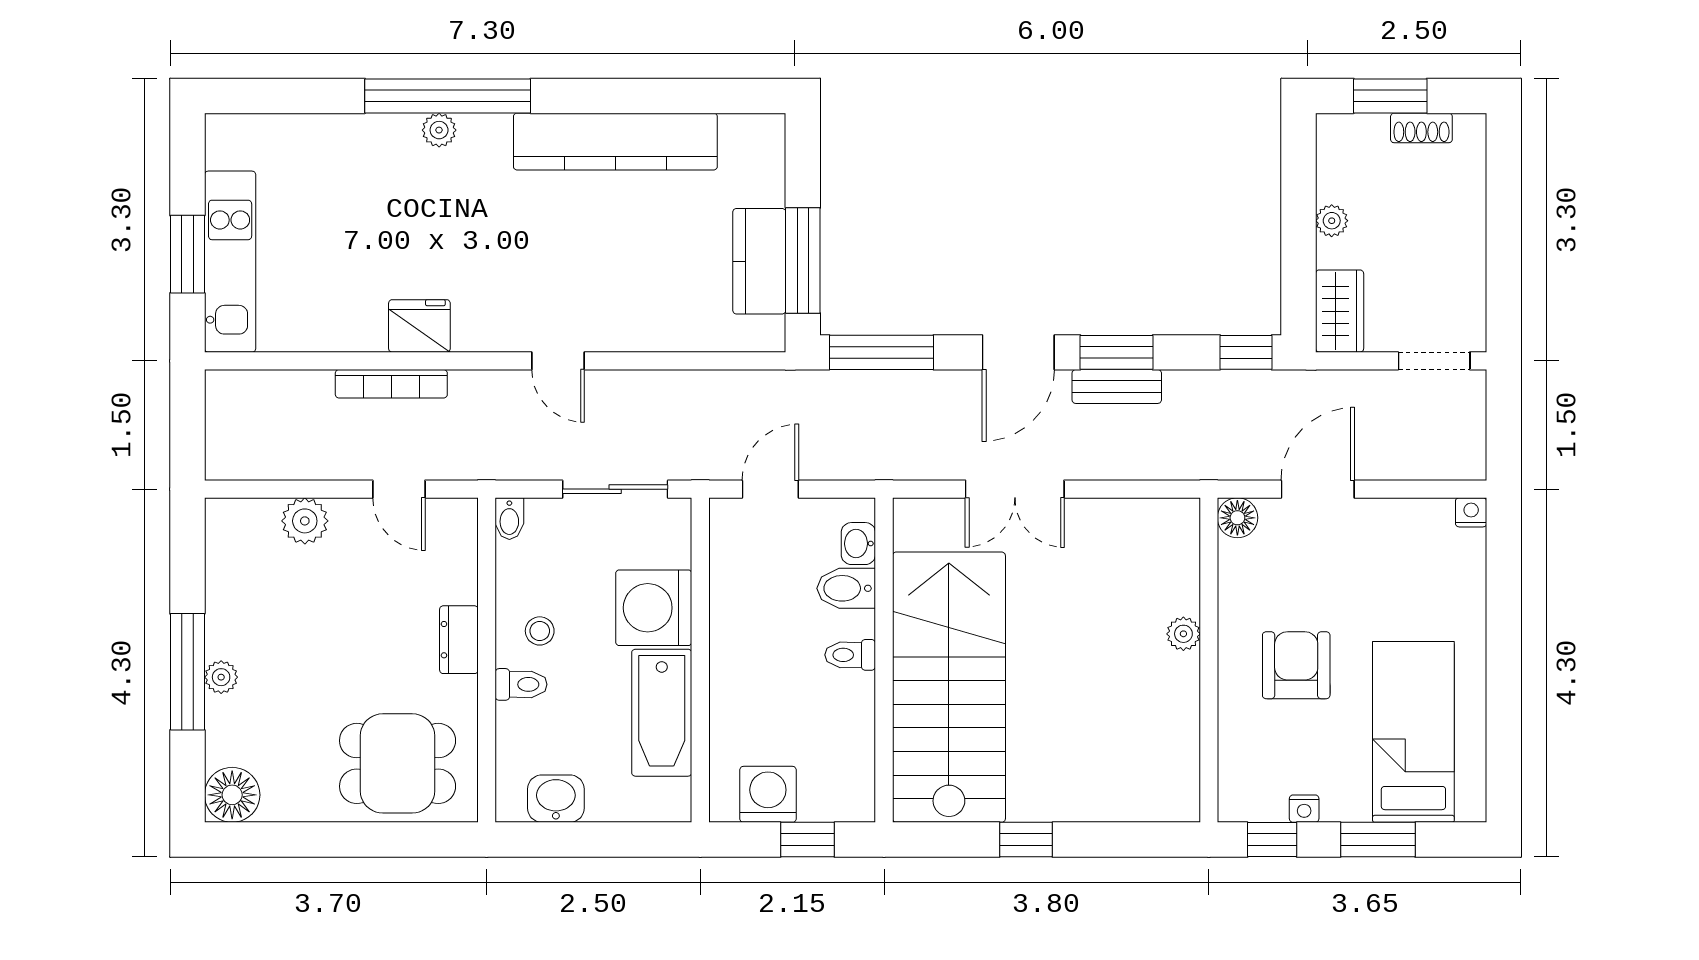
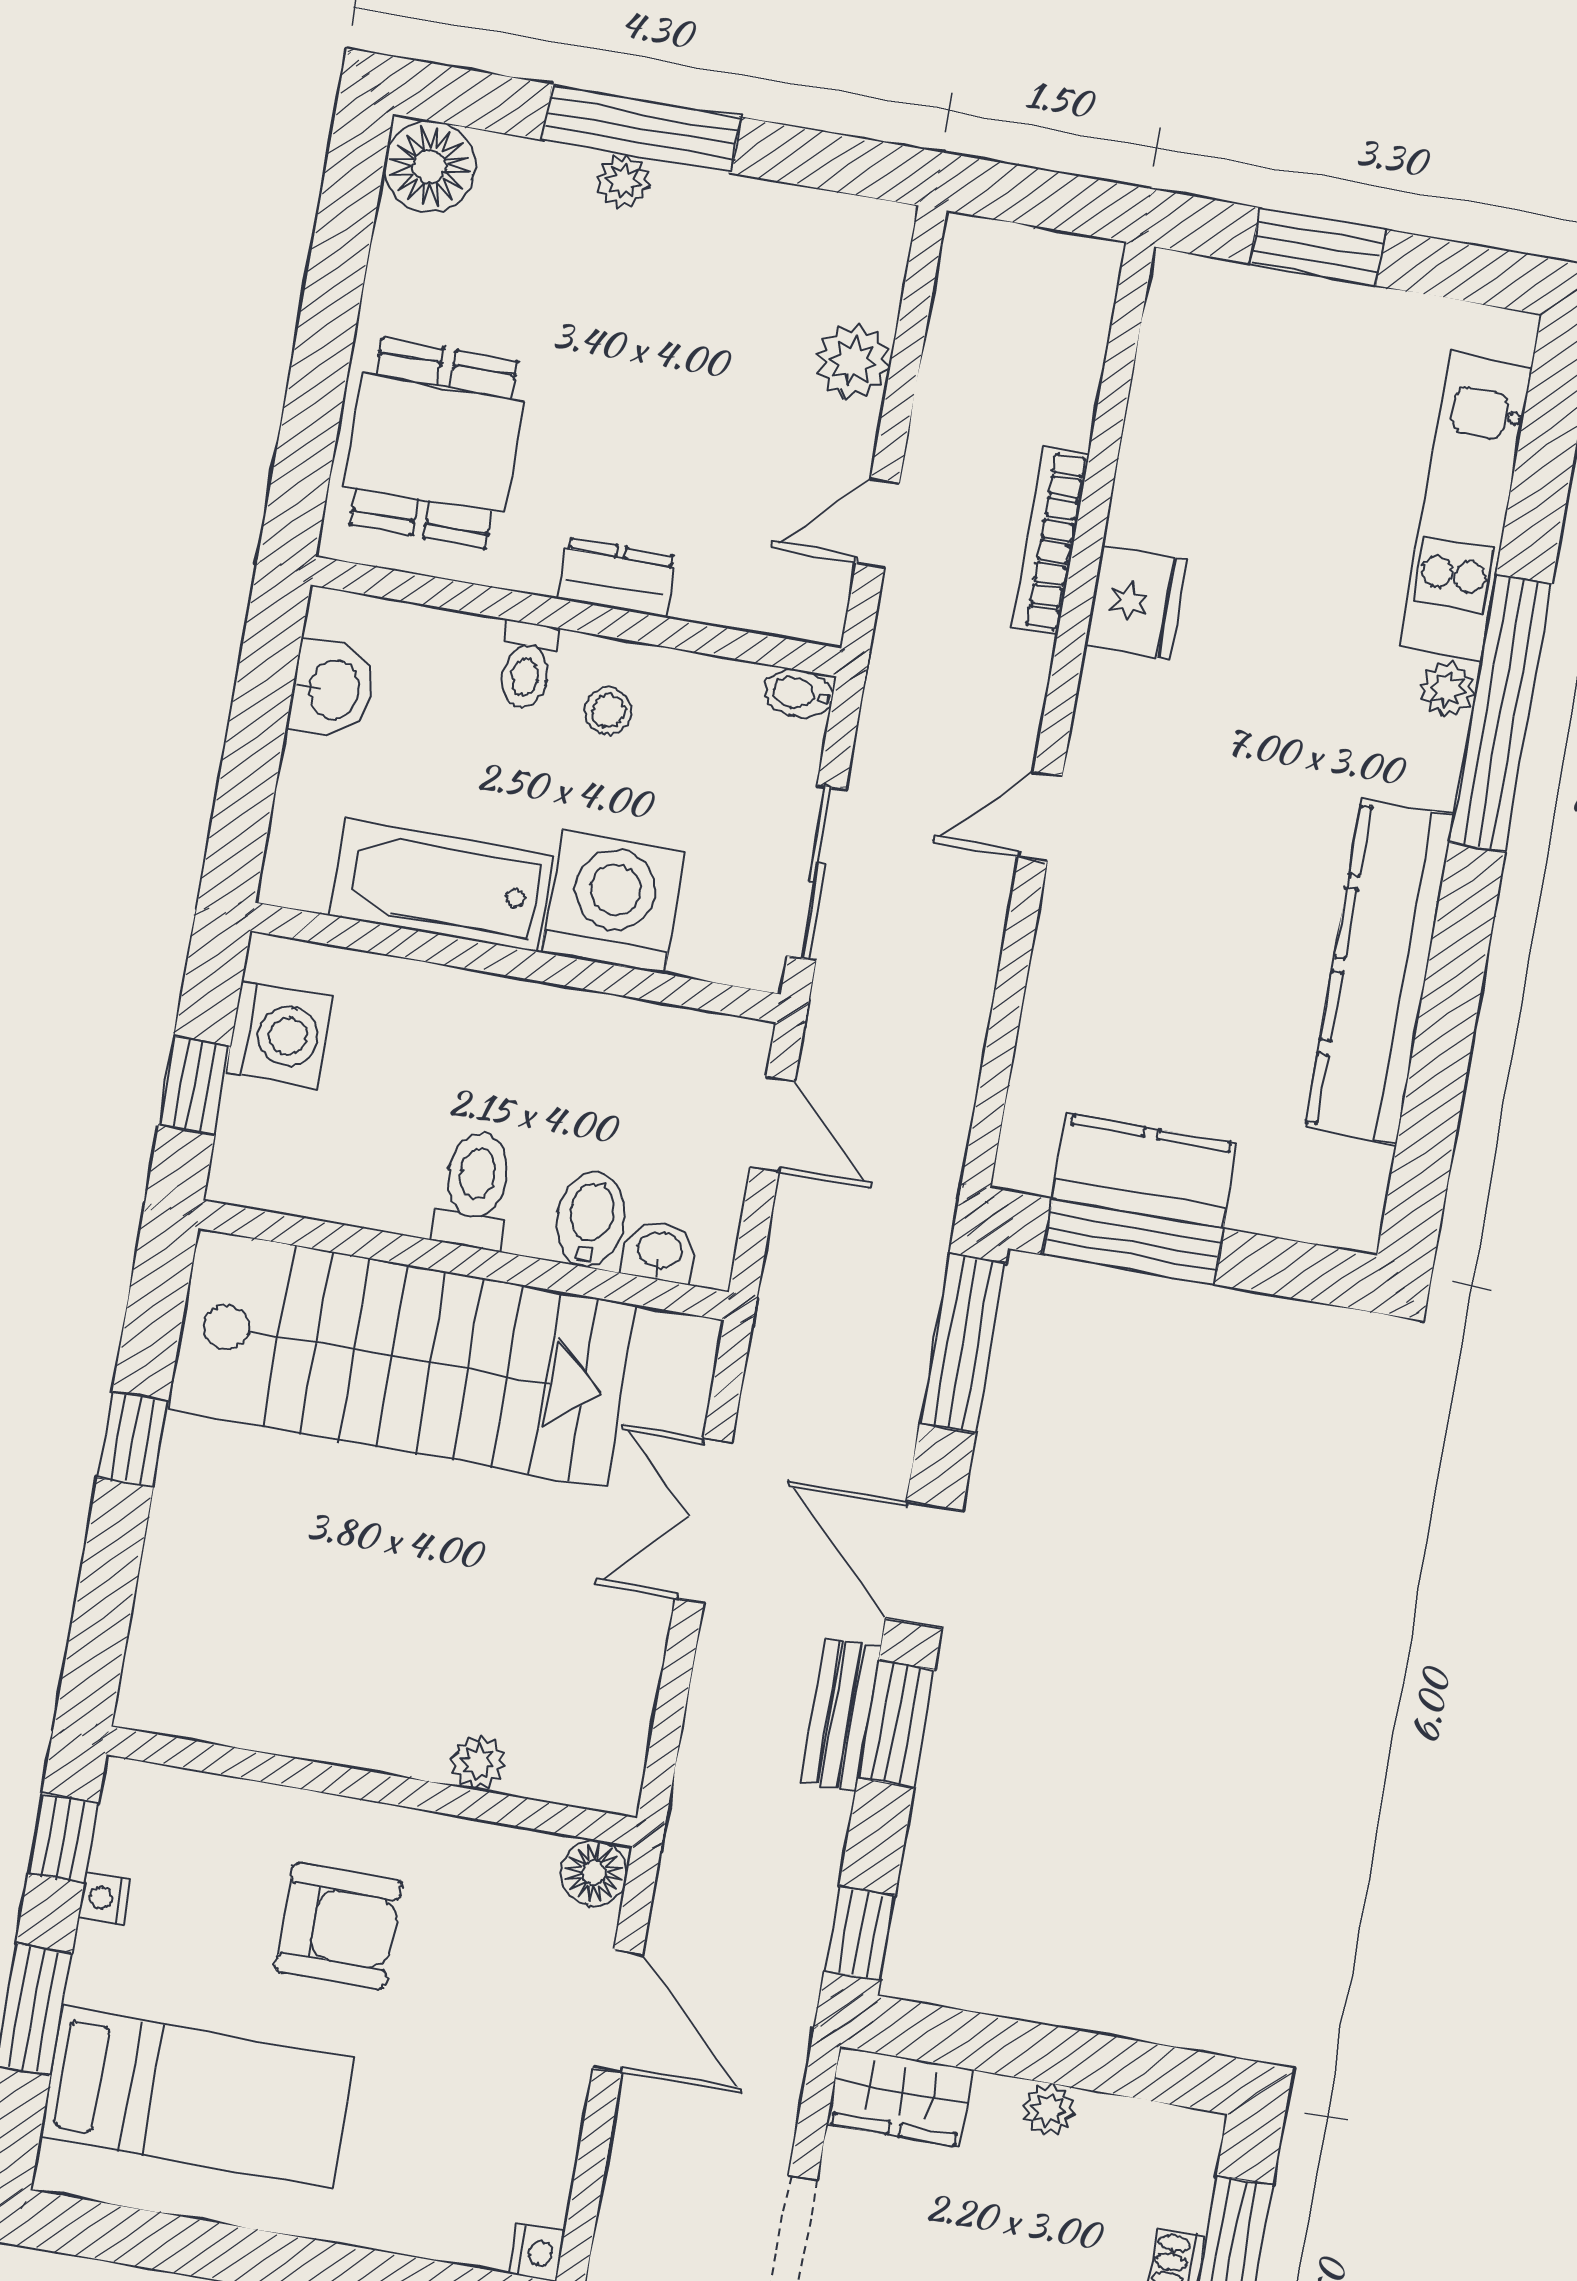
kitchen unit: (230, 262) -> (1465, 507), moved, turned 90
plant: (1183, 634) -> (478, 1762), moved
toilet: (850, 655) -> (475, 1190), width x1.37, depth x1.39

